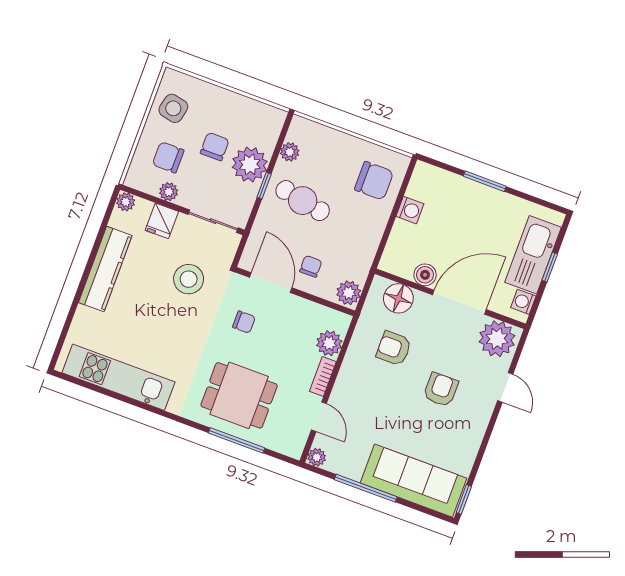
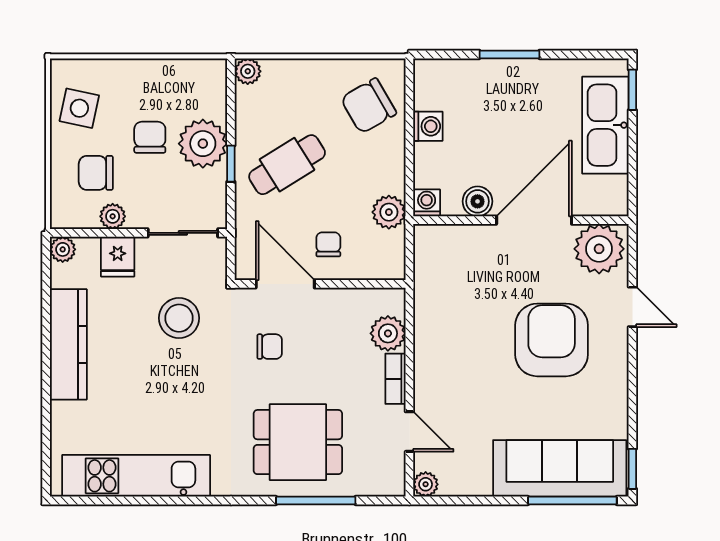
plant: (290, 152) -> (248, 71), moved
chair: (374, 181) -> (368, 106), turned 150
cafe table: (303, 201) -> (287, 165), turned -43
window: (550, 267) -> (632, 90), moved
plant: (349, 293) -> (389, 212), moved
floor lamp: (398, 298) -> (455, 244), removed
washing machine: (523, 302) -> (427, 203), moved, turned 90
armchair: (394, 348) -> (472, 310), removed
armchair: (441, 390) -> (552, 340), width x1.88, depth x1.88
window: (366, 488) -> (572, 500), moved

